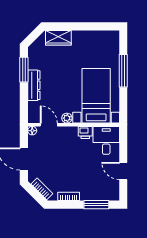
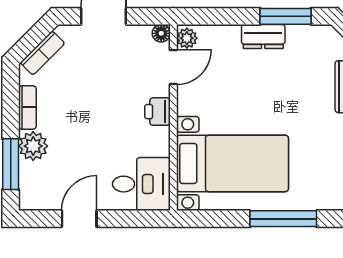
dresser: (34, 85) -> (263, 37), width x0.70
plant: (67, 118) -> (187, 38), moved
printer: (85, 132) -> (158, 112), moved
plant: (88, 193) -> (33, 146), added

